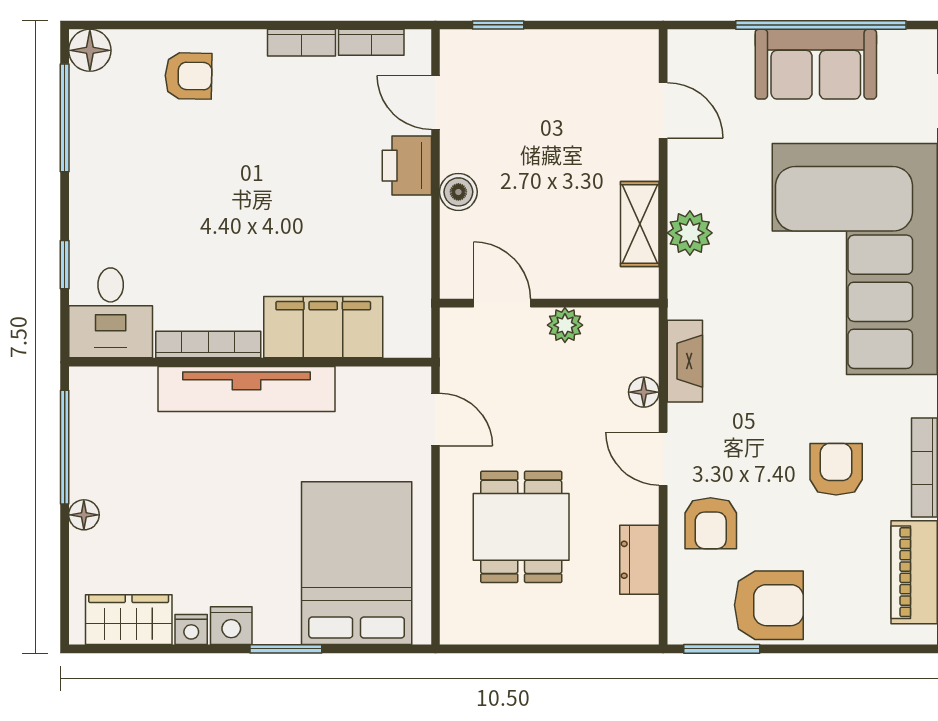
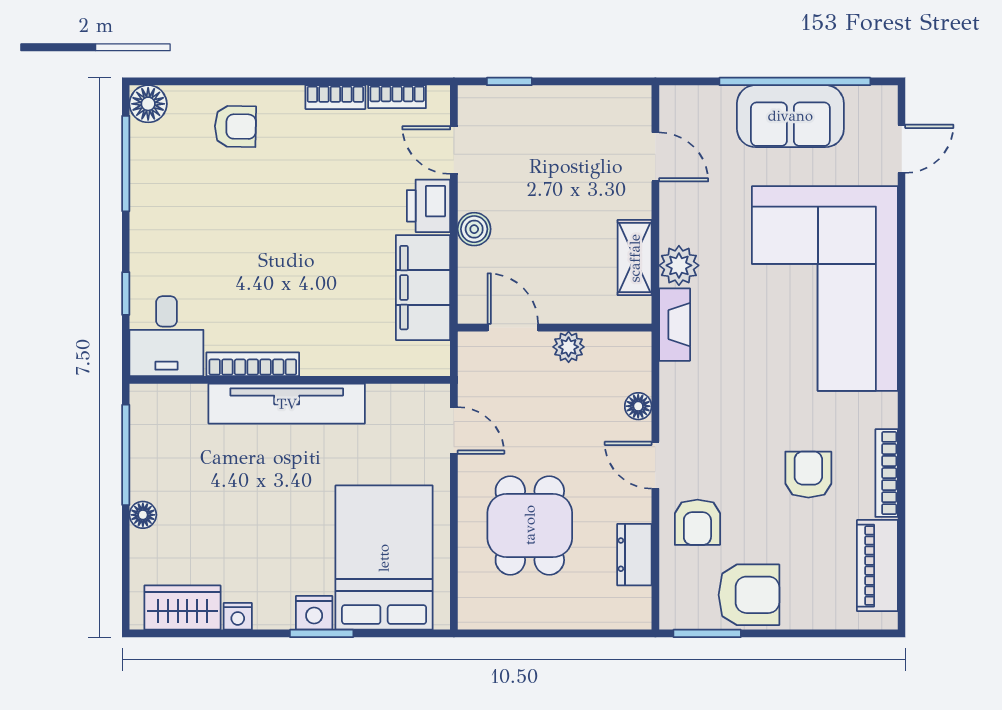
filing cabinet: (323, 327) -> (423, 288), moved, turned -90
fireplace: (685, 361) -> (675, 325), moved
nightstand: (231, 626) -> (314, 613), moved

